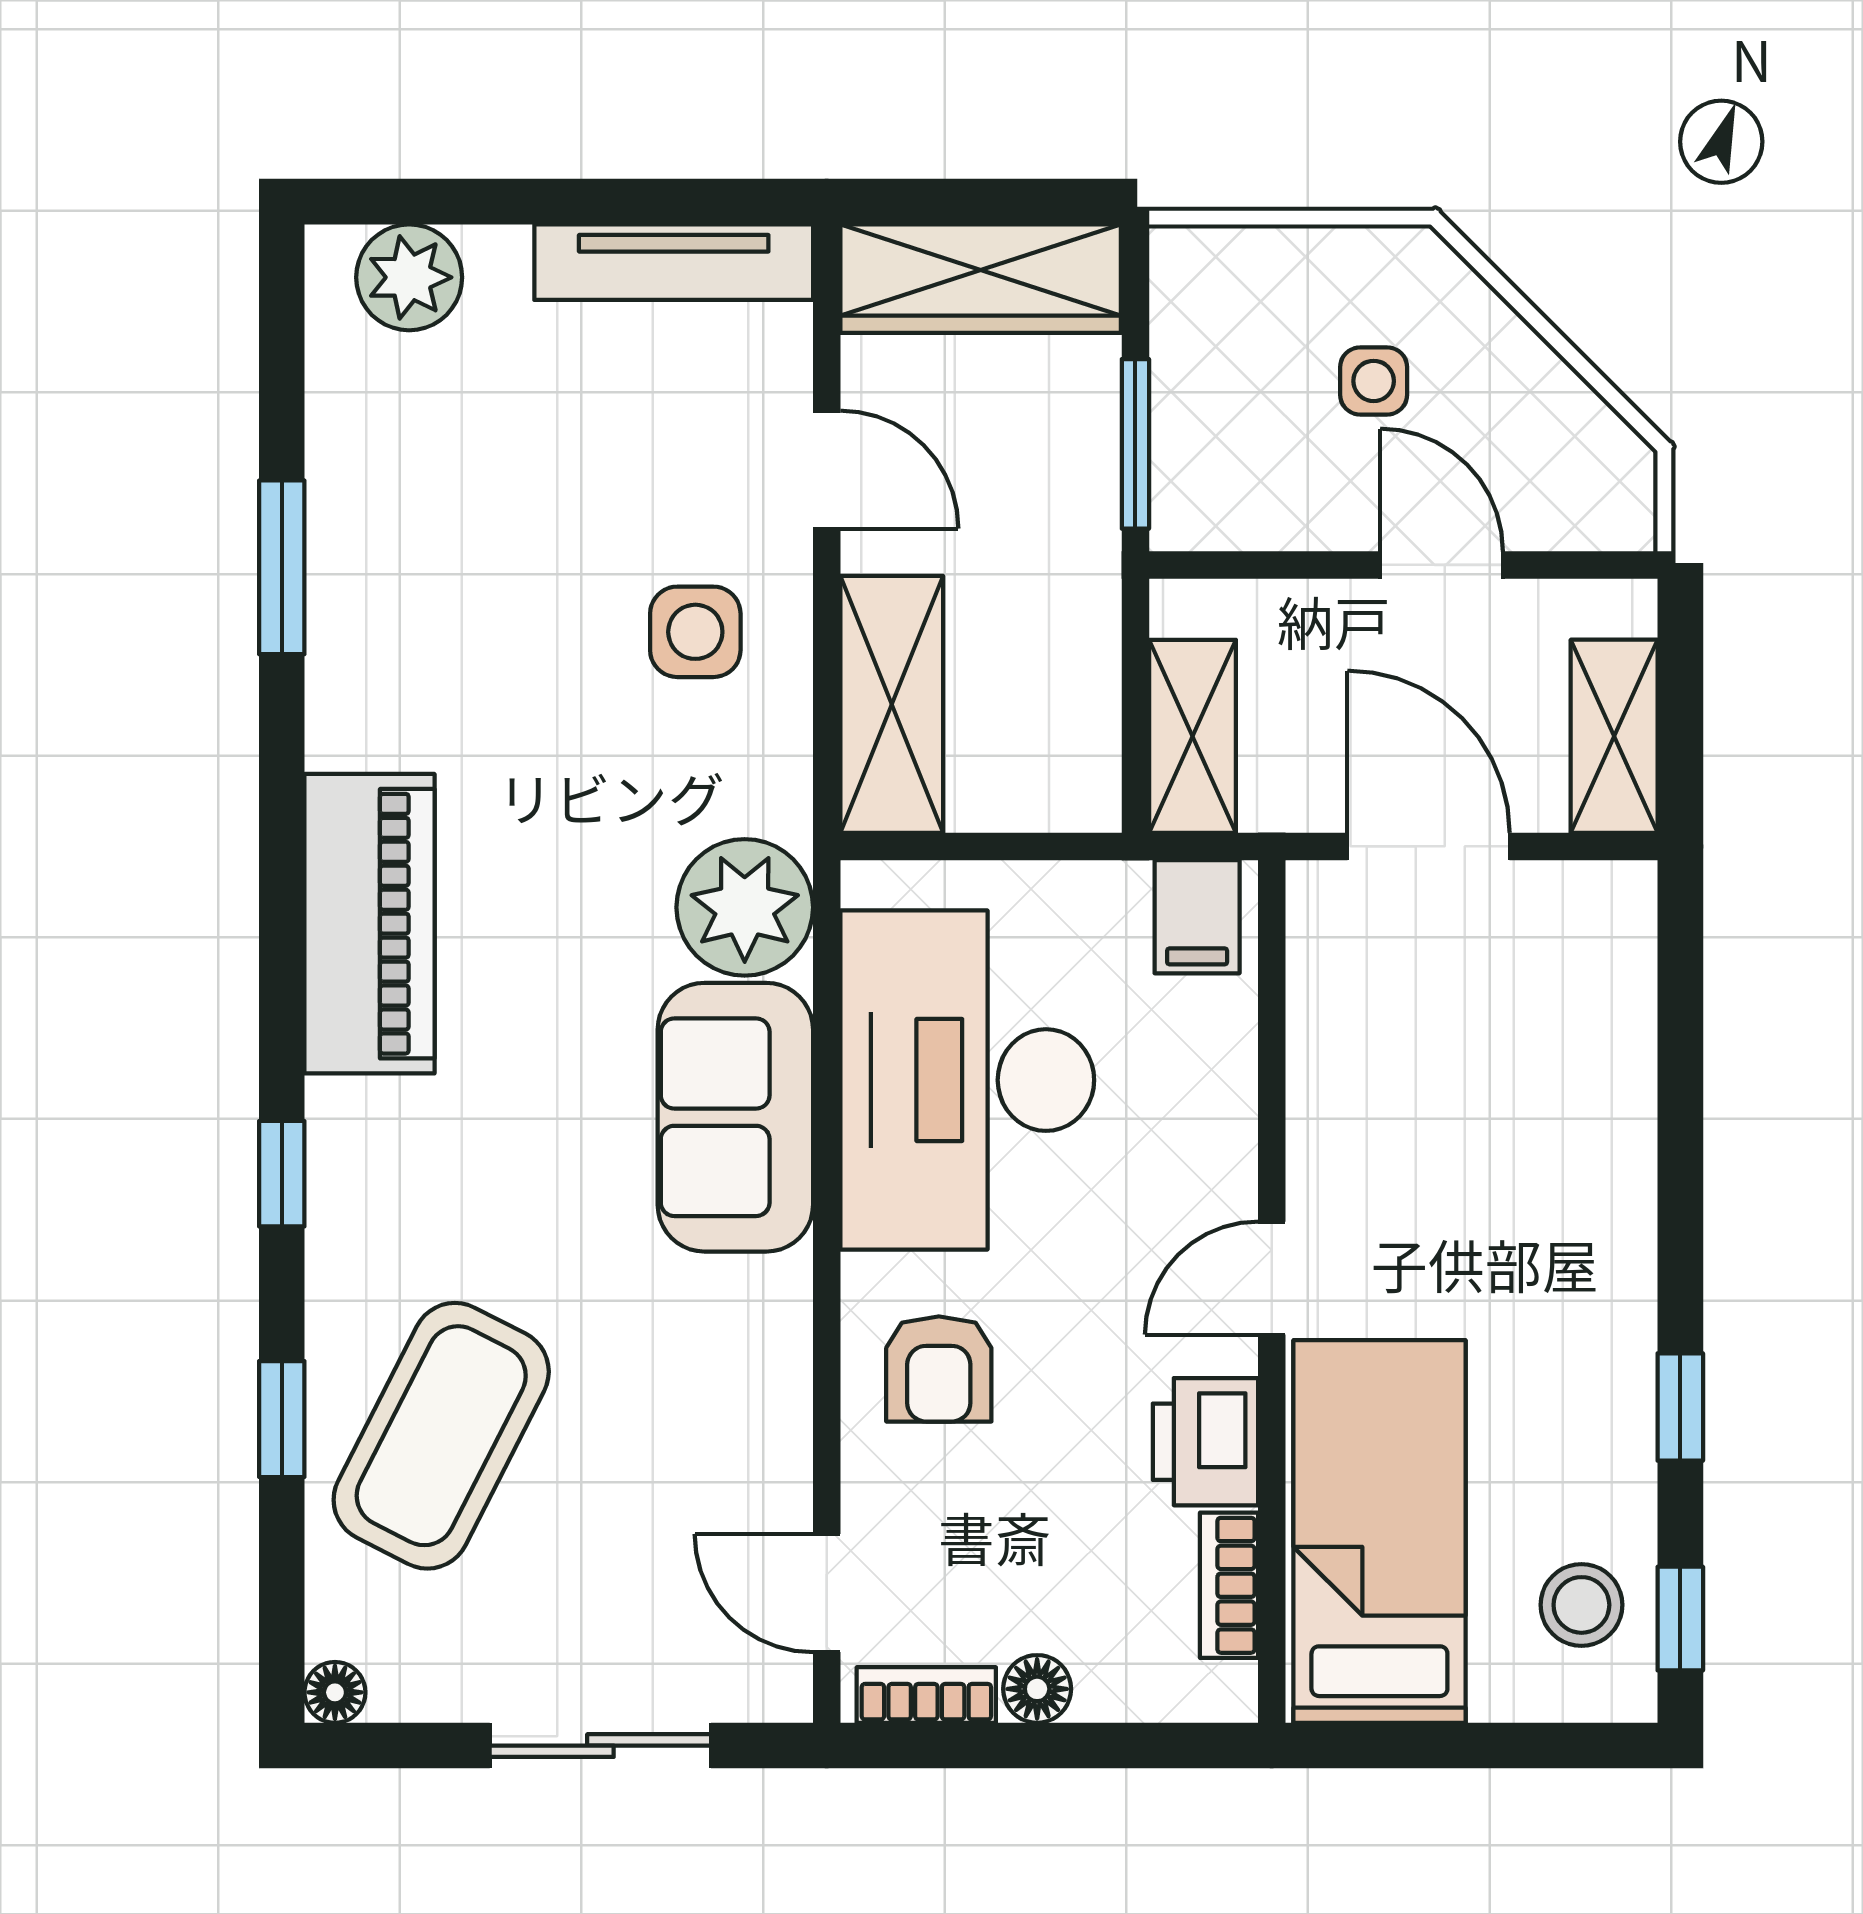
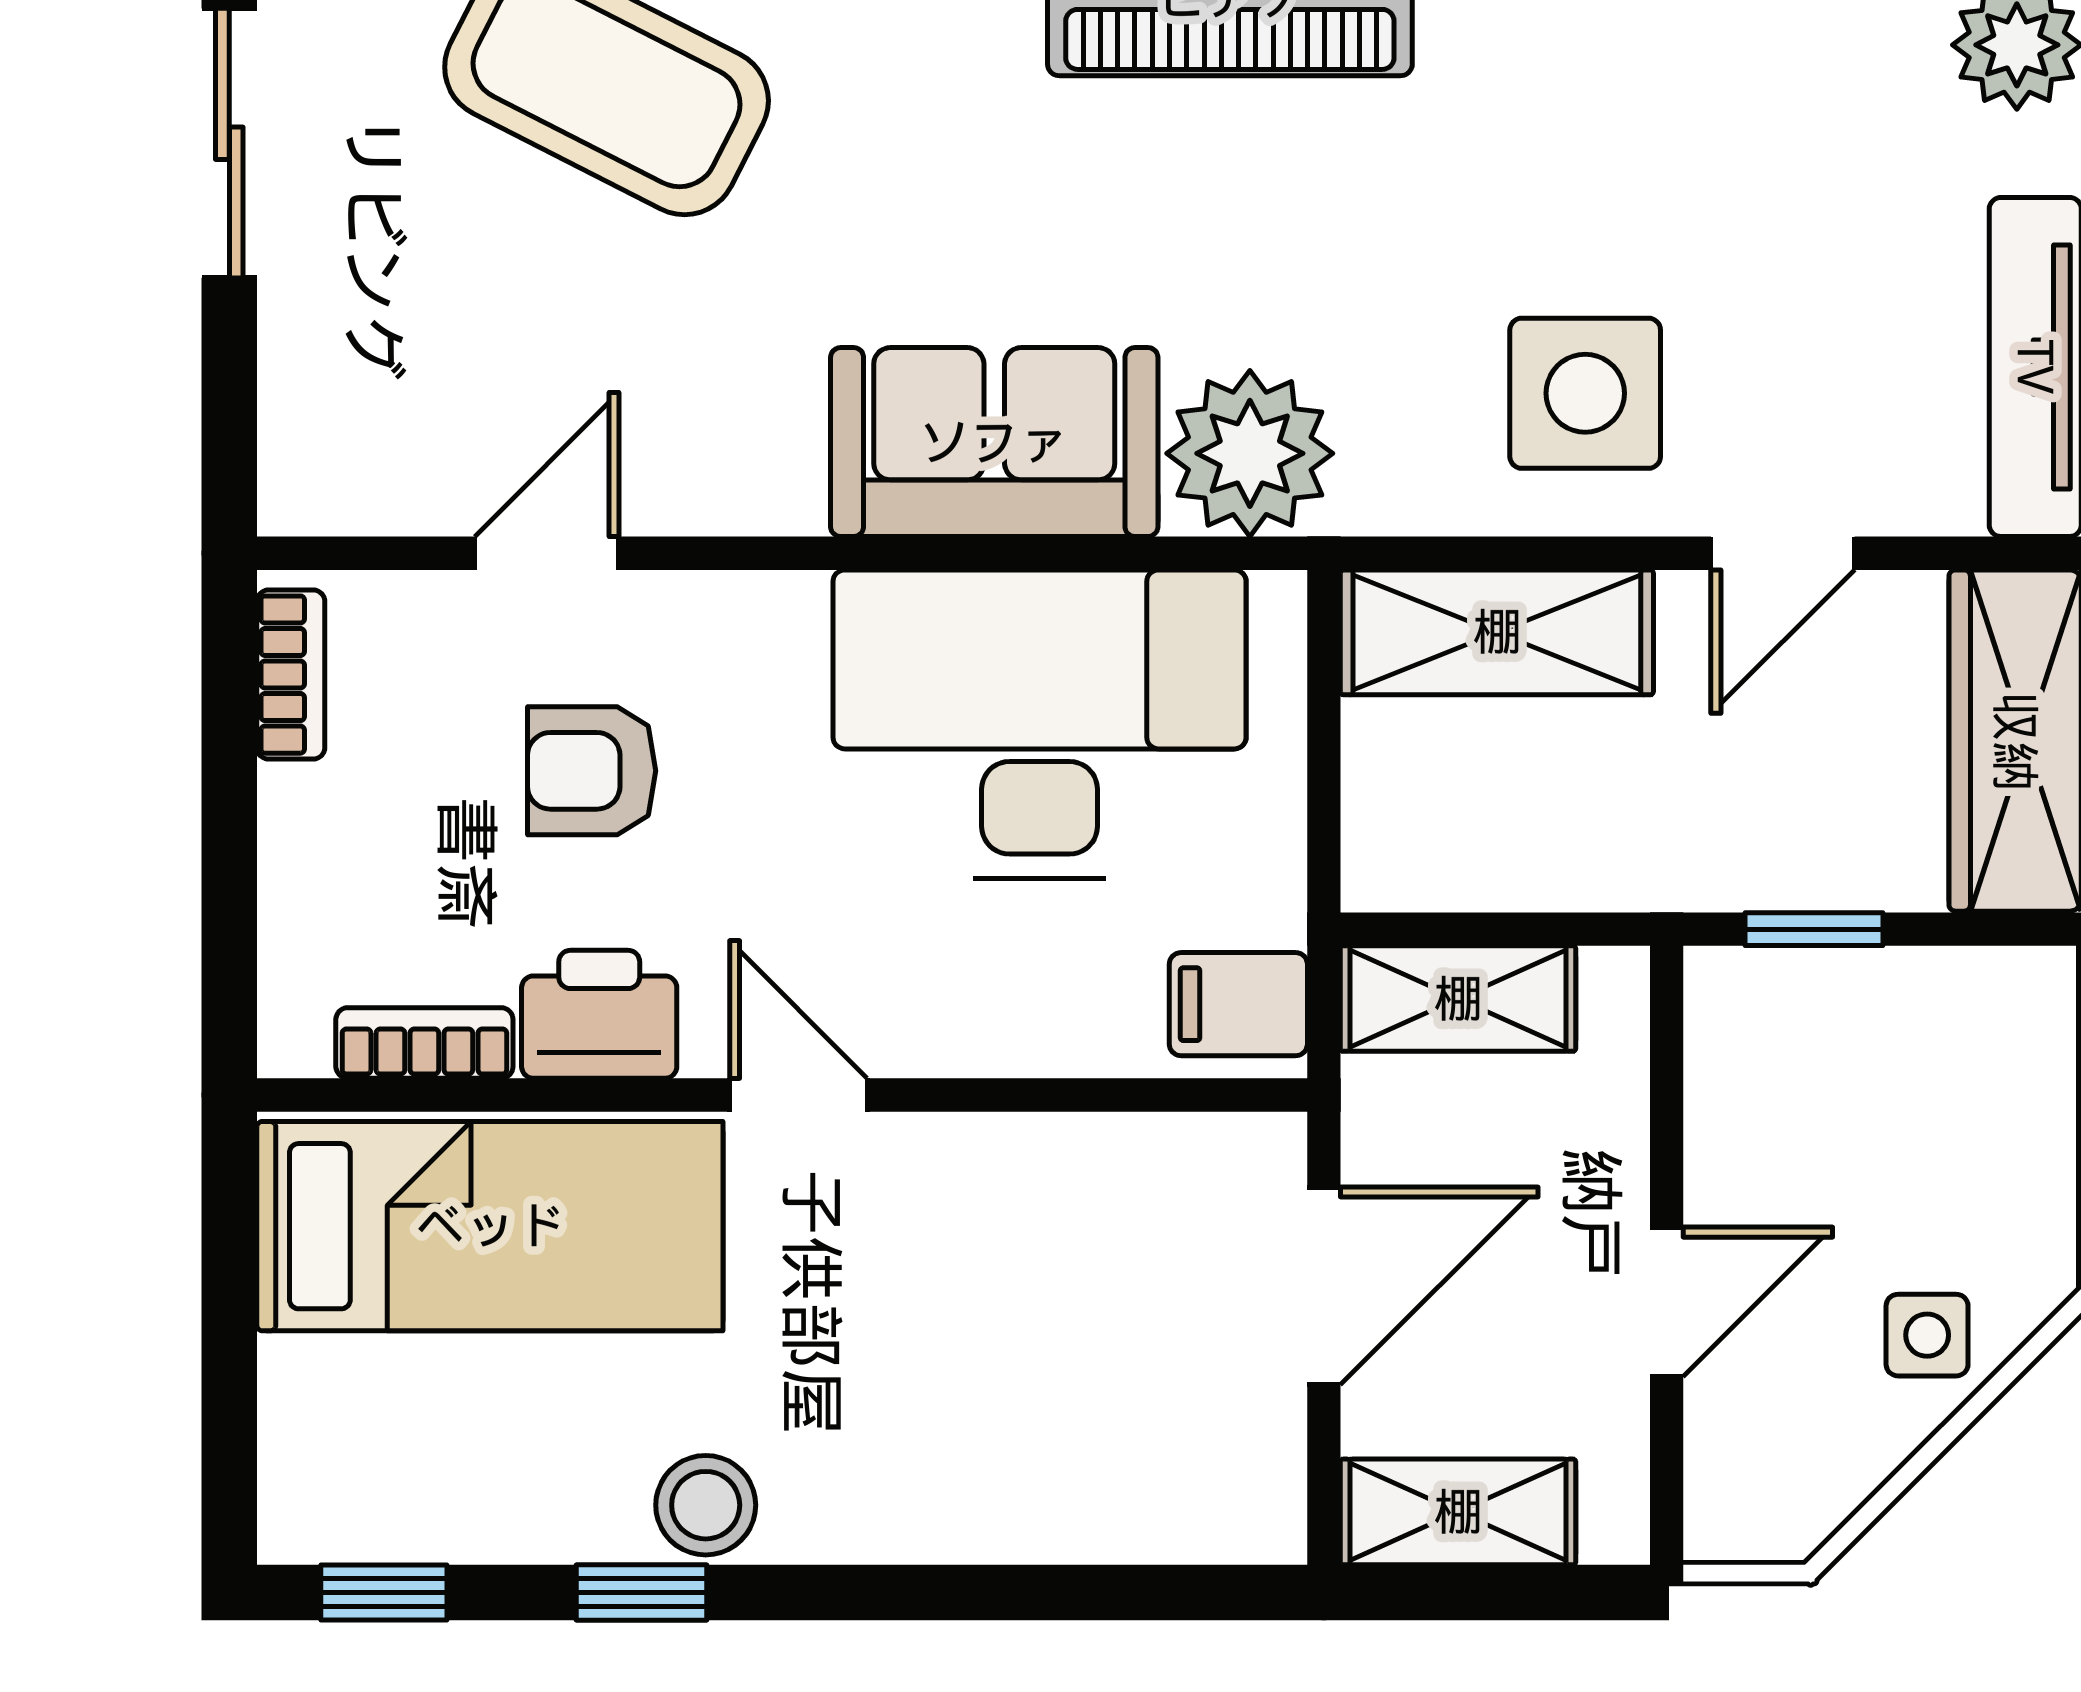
side table: (1374, 381) -> (1927, 1335), moved
window: (1135, 444) -> (1814, 929), width x0.67
side table: (695, 632) -> (1585, 393), width x1.37, depth x1.37
armchair: (939, 1369) -> (592, 771), moved
door: (827, 1593) -> (547, 553), moved
stool: (1581, 1605) -> (706, 1505), moved
floor lamp: (1037, 1689) -> (298, 809), removed
sliding door: (600, 1746) -> (229, 143), moved

